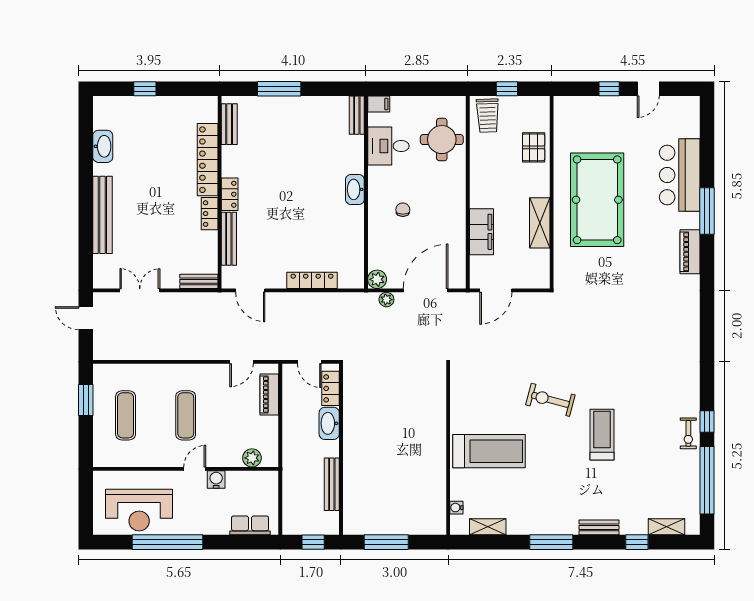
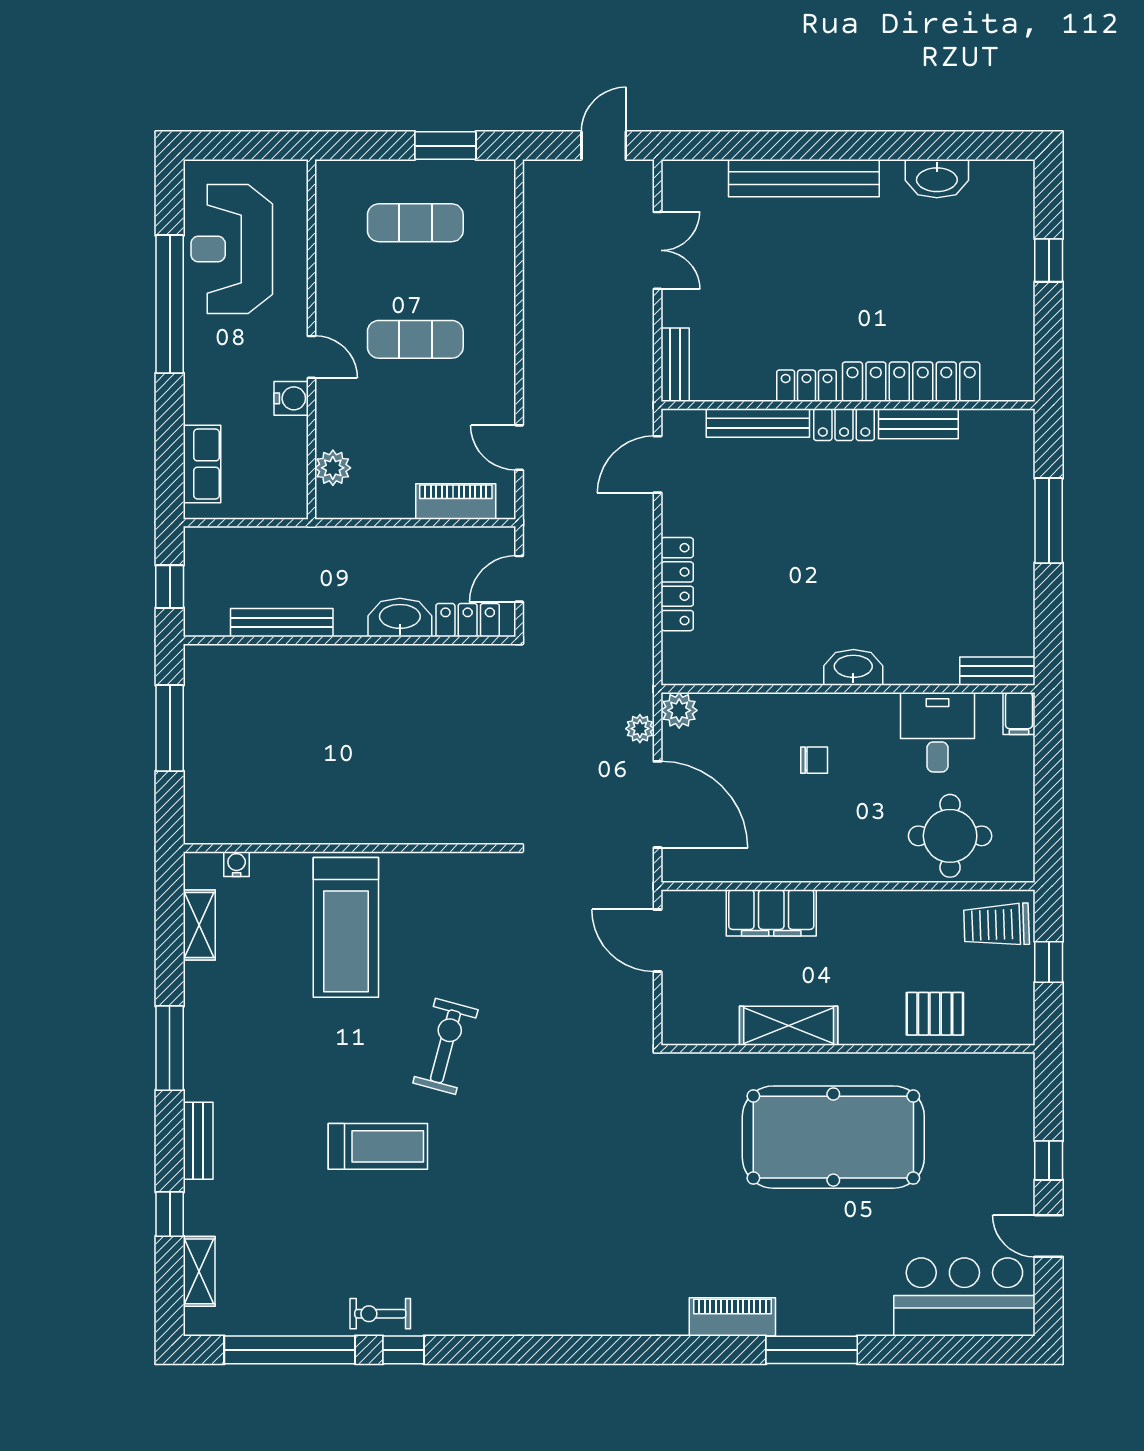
bench: (229, 124) -> (918, 424), moved
bar counter: (680, 175) -> (964, 1297), moved

